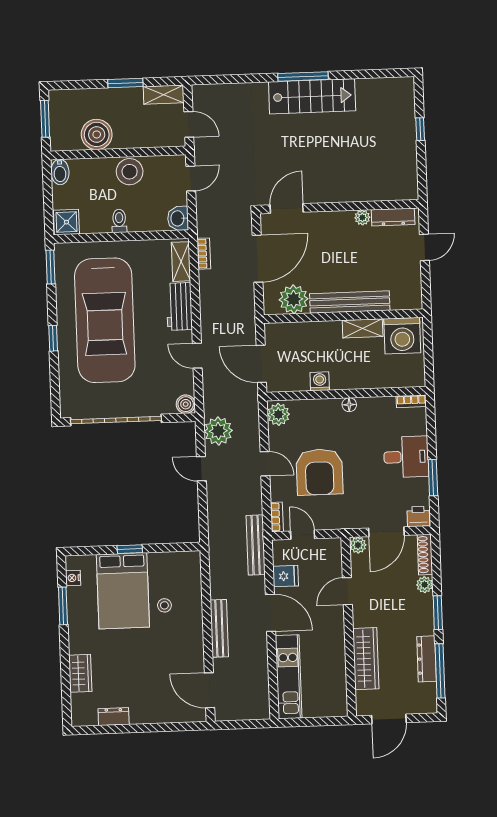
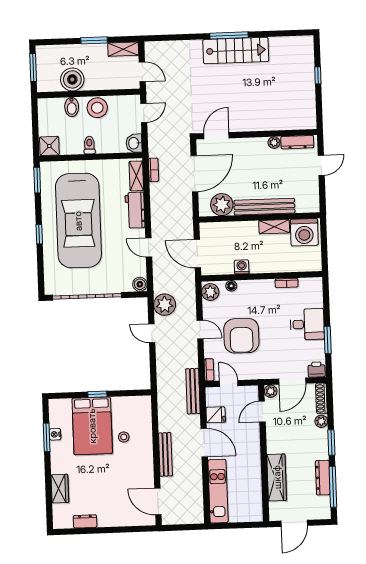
bidet: (60, 172) -> (72, 107), moved
bookcase: (411, 401) -> (287, 283), moved
floor lamp: (349, 405) -> (231, 286), moved
nightstand: (73, 578) -> (55, 434), moved
door: (347, 591) -> (262, 412), moved

